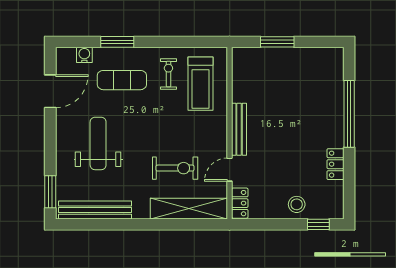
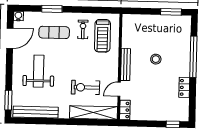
window: (277, 42) -> (171, 12), moved
water cooler: (84, 55) -> (18, 16), moved
exercise bike: (175, 168) -> (86, 87), turned 180
stool: (297, 204) -> (156, 59), moved

